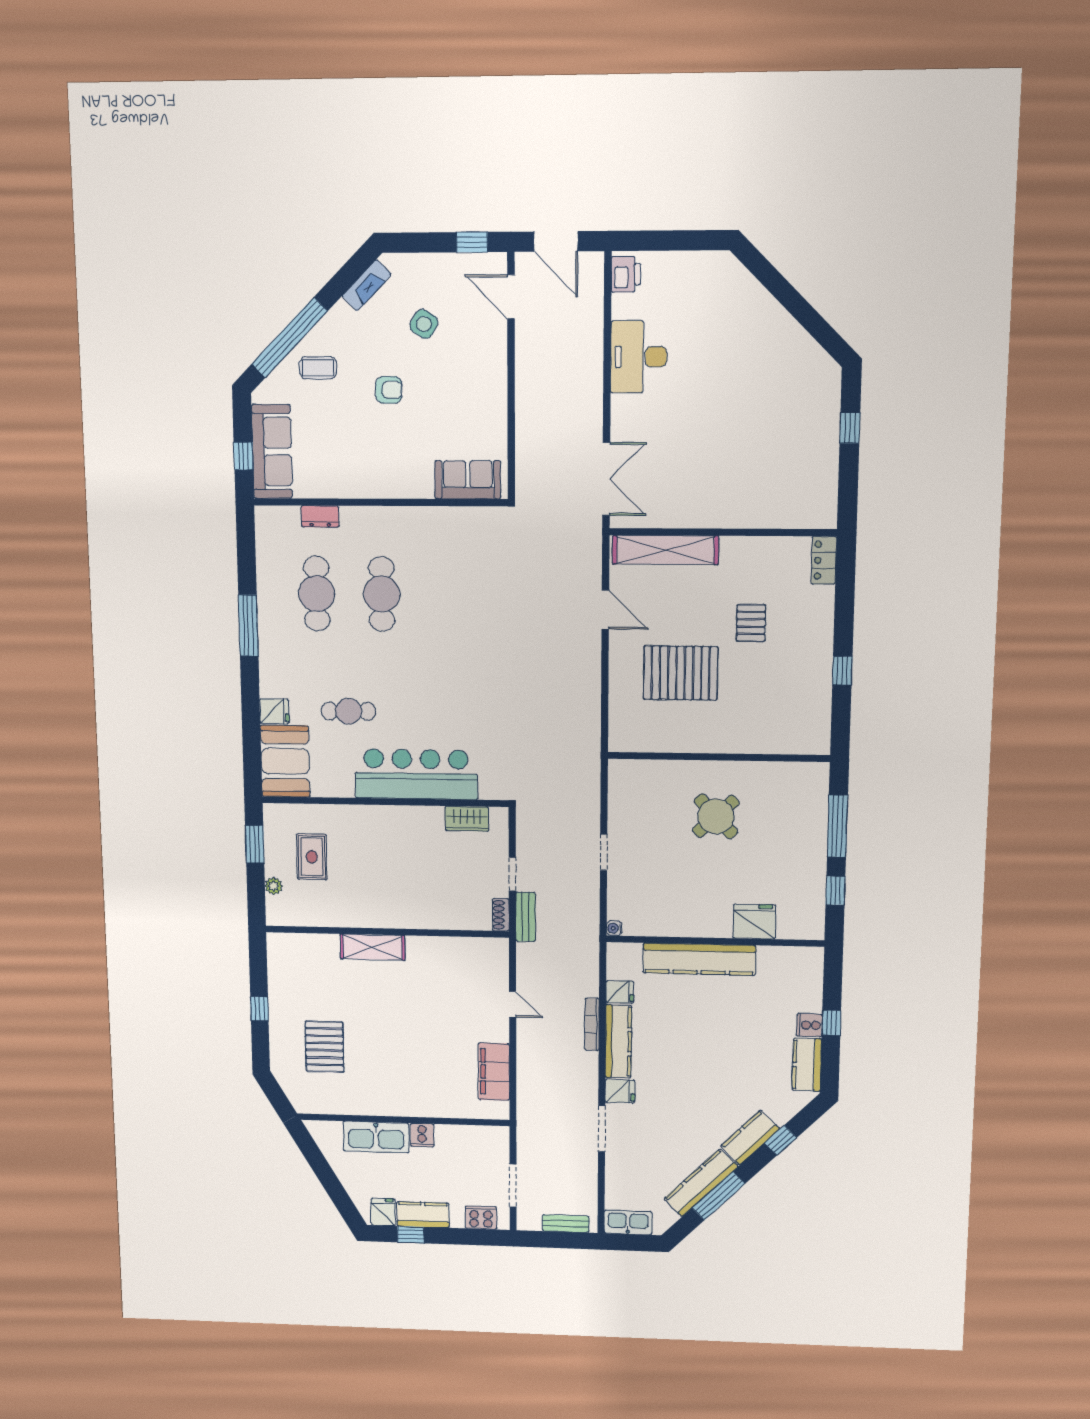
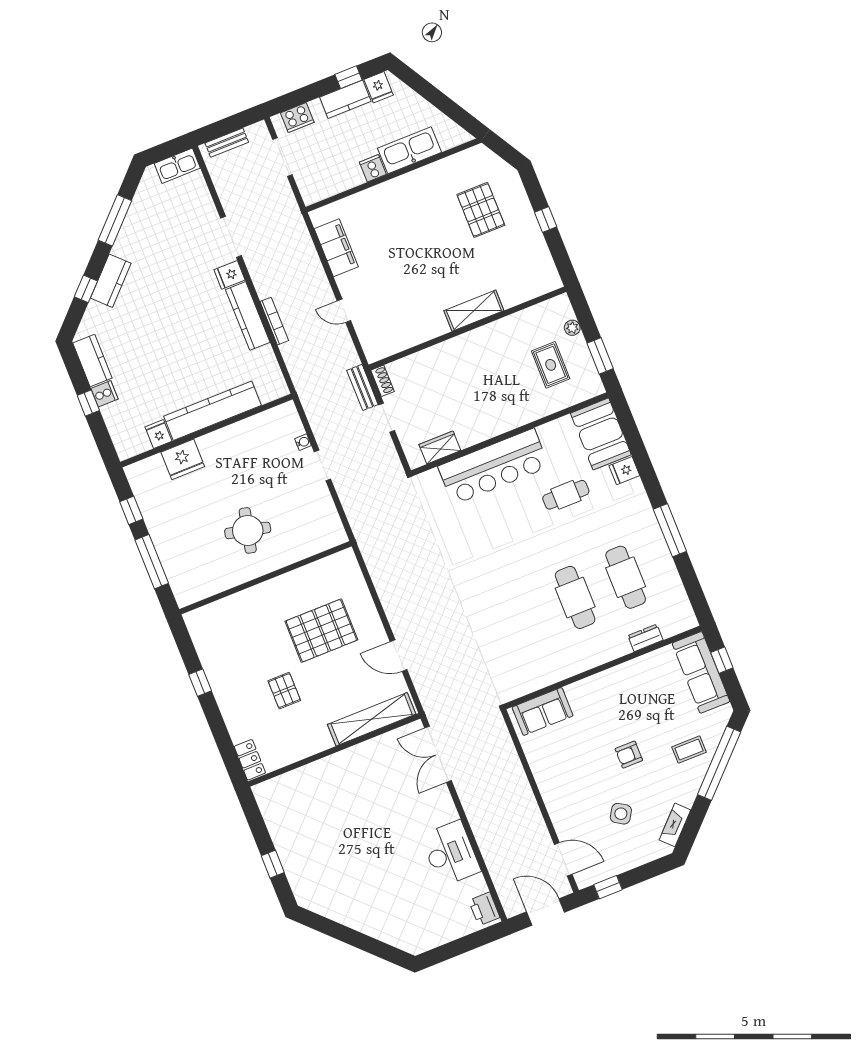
round table: (716, 816) -> (248, 530), turned -34
water cooler: (614, 928) -> (303, 442), moved
fridge: (620, 992) -> (158, 434), moved, turned 90
kitchen counter: (701, 1183) -> (133, 225), removed

